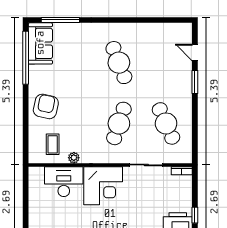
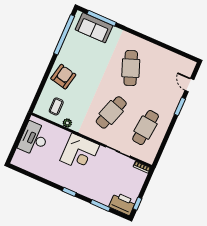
sofa: (40, 43) -> (94, 28), moved, turned 90
cafe table: (166, 123) -> (146, 128), turned 30
desk: (64, 182) -> (34, 139), moved, turned -90

